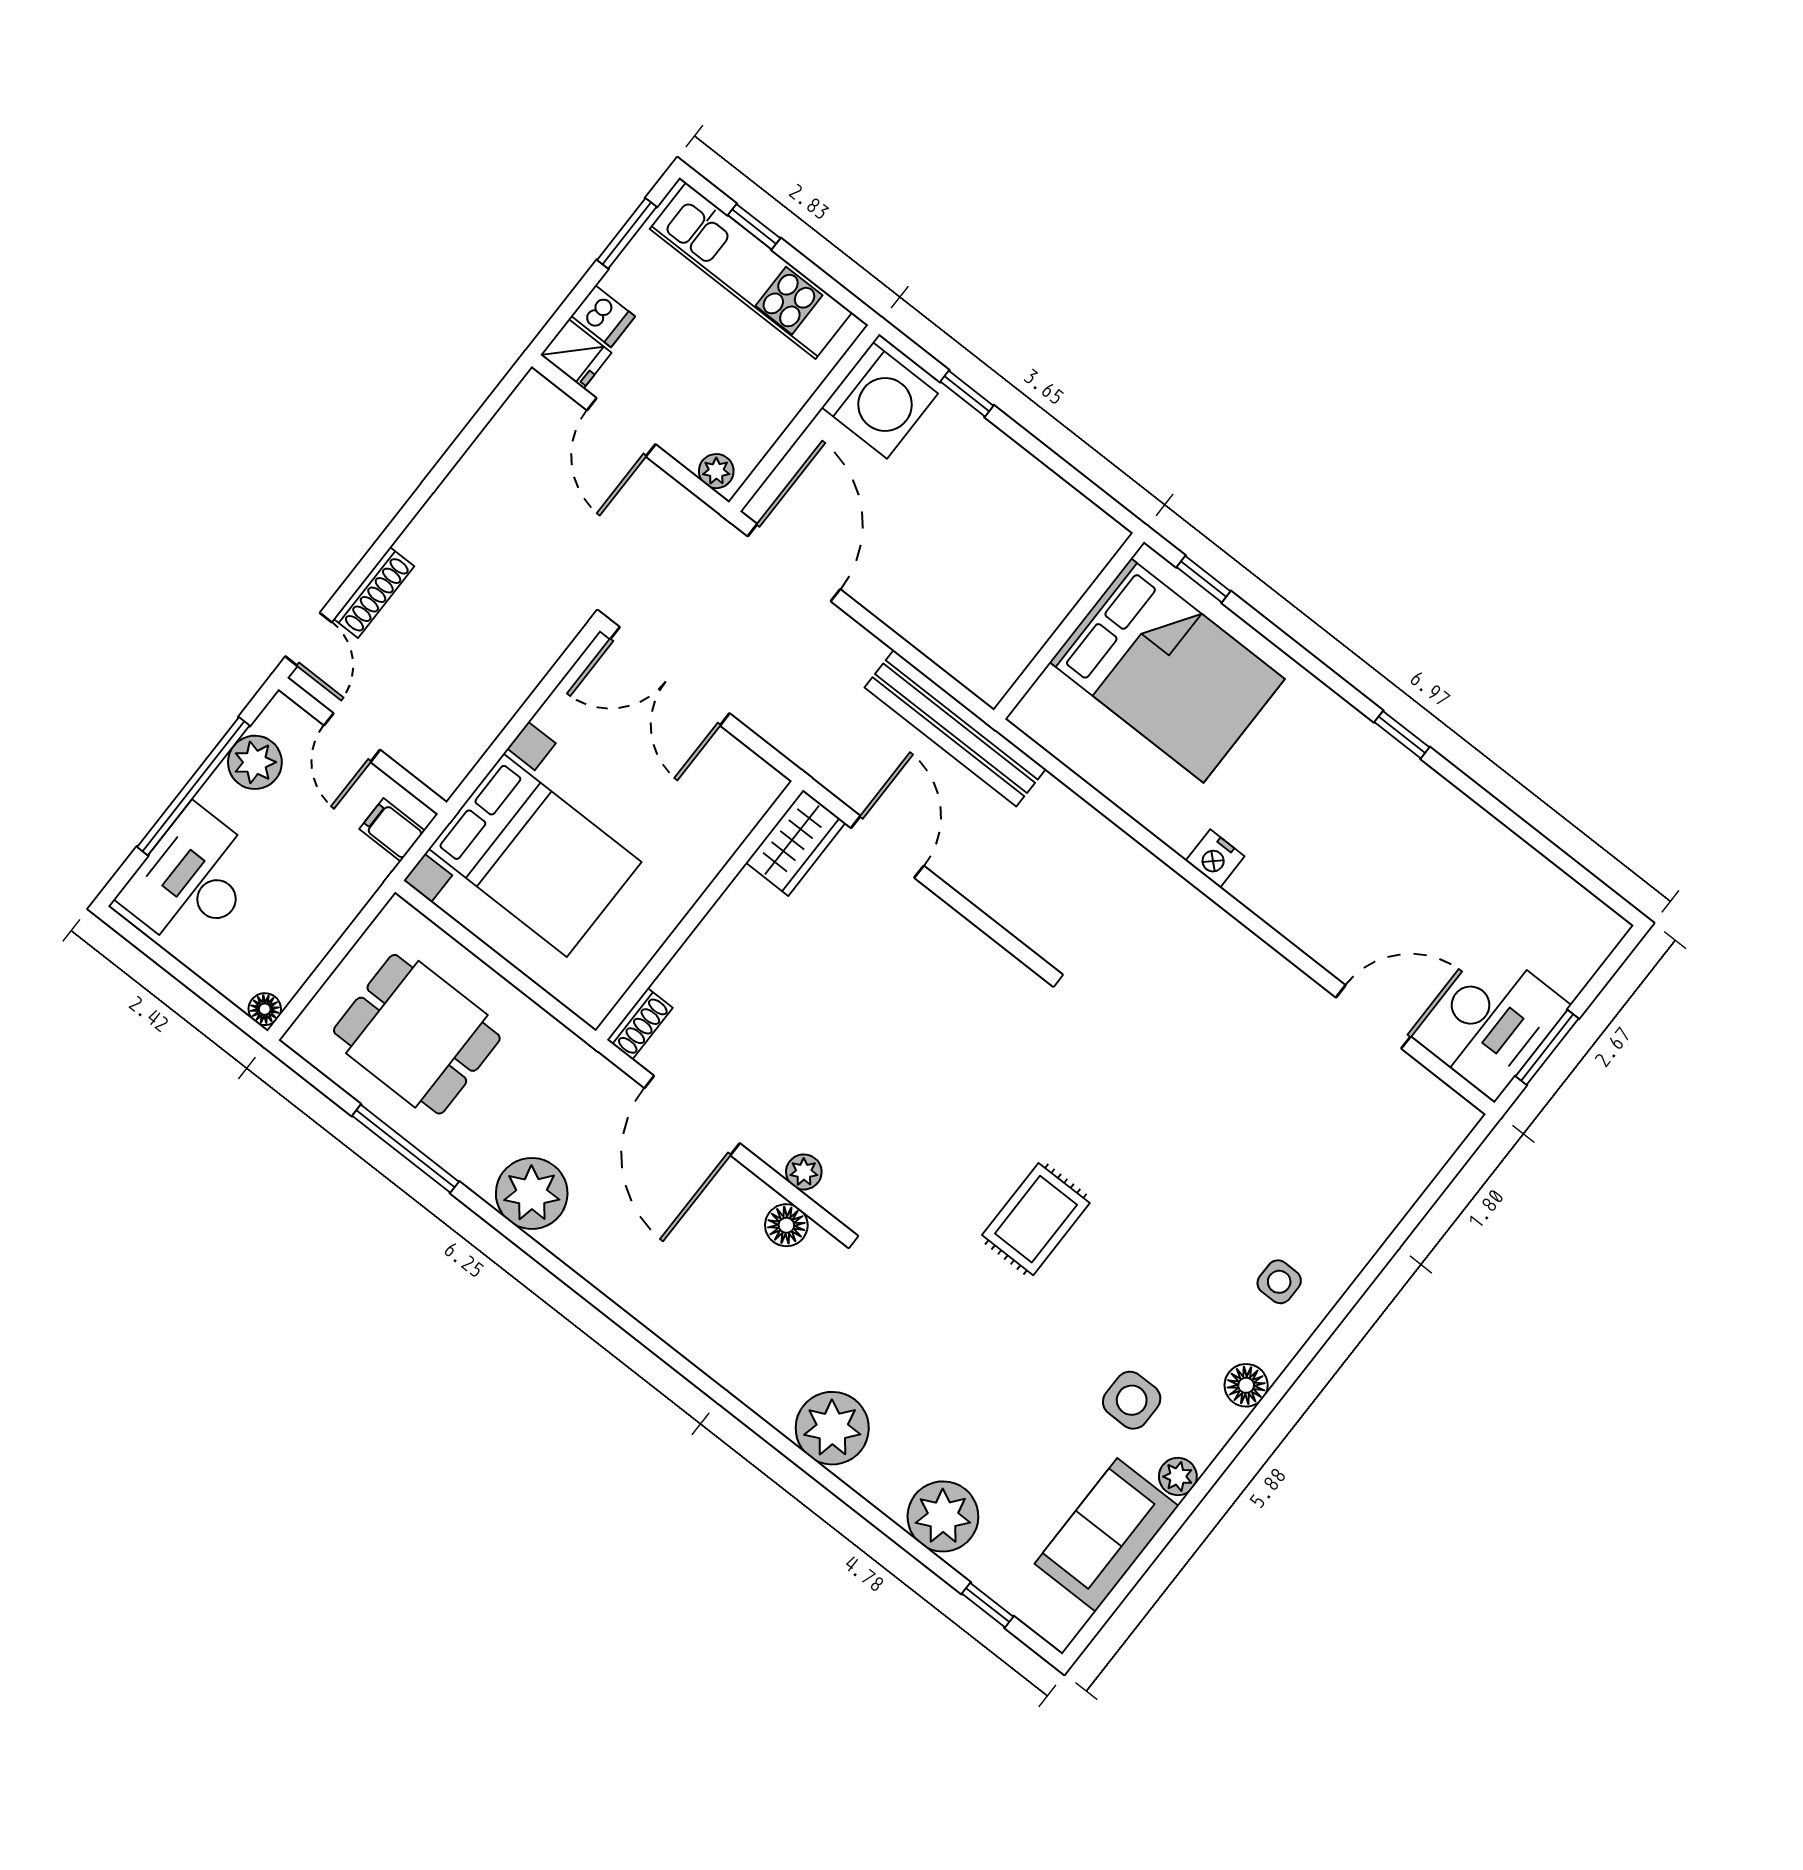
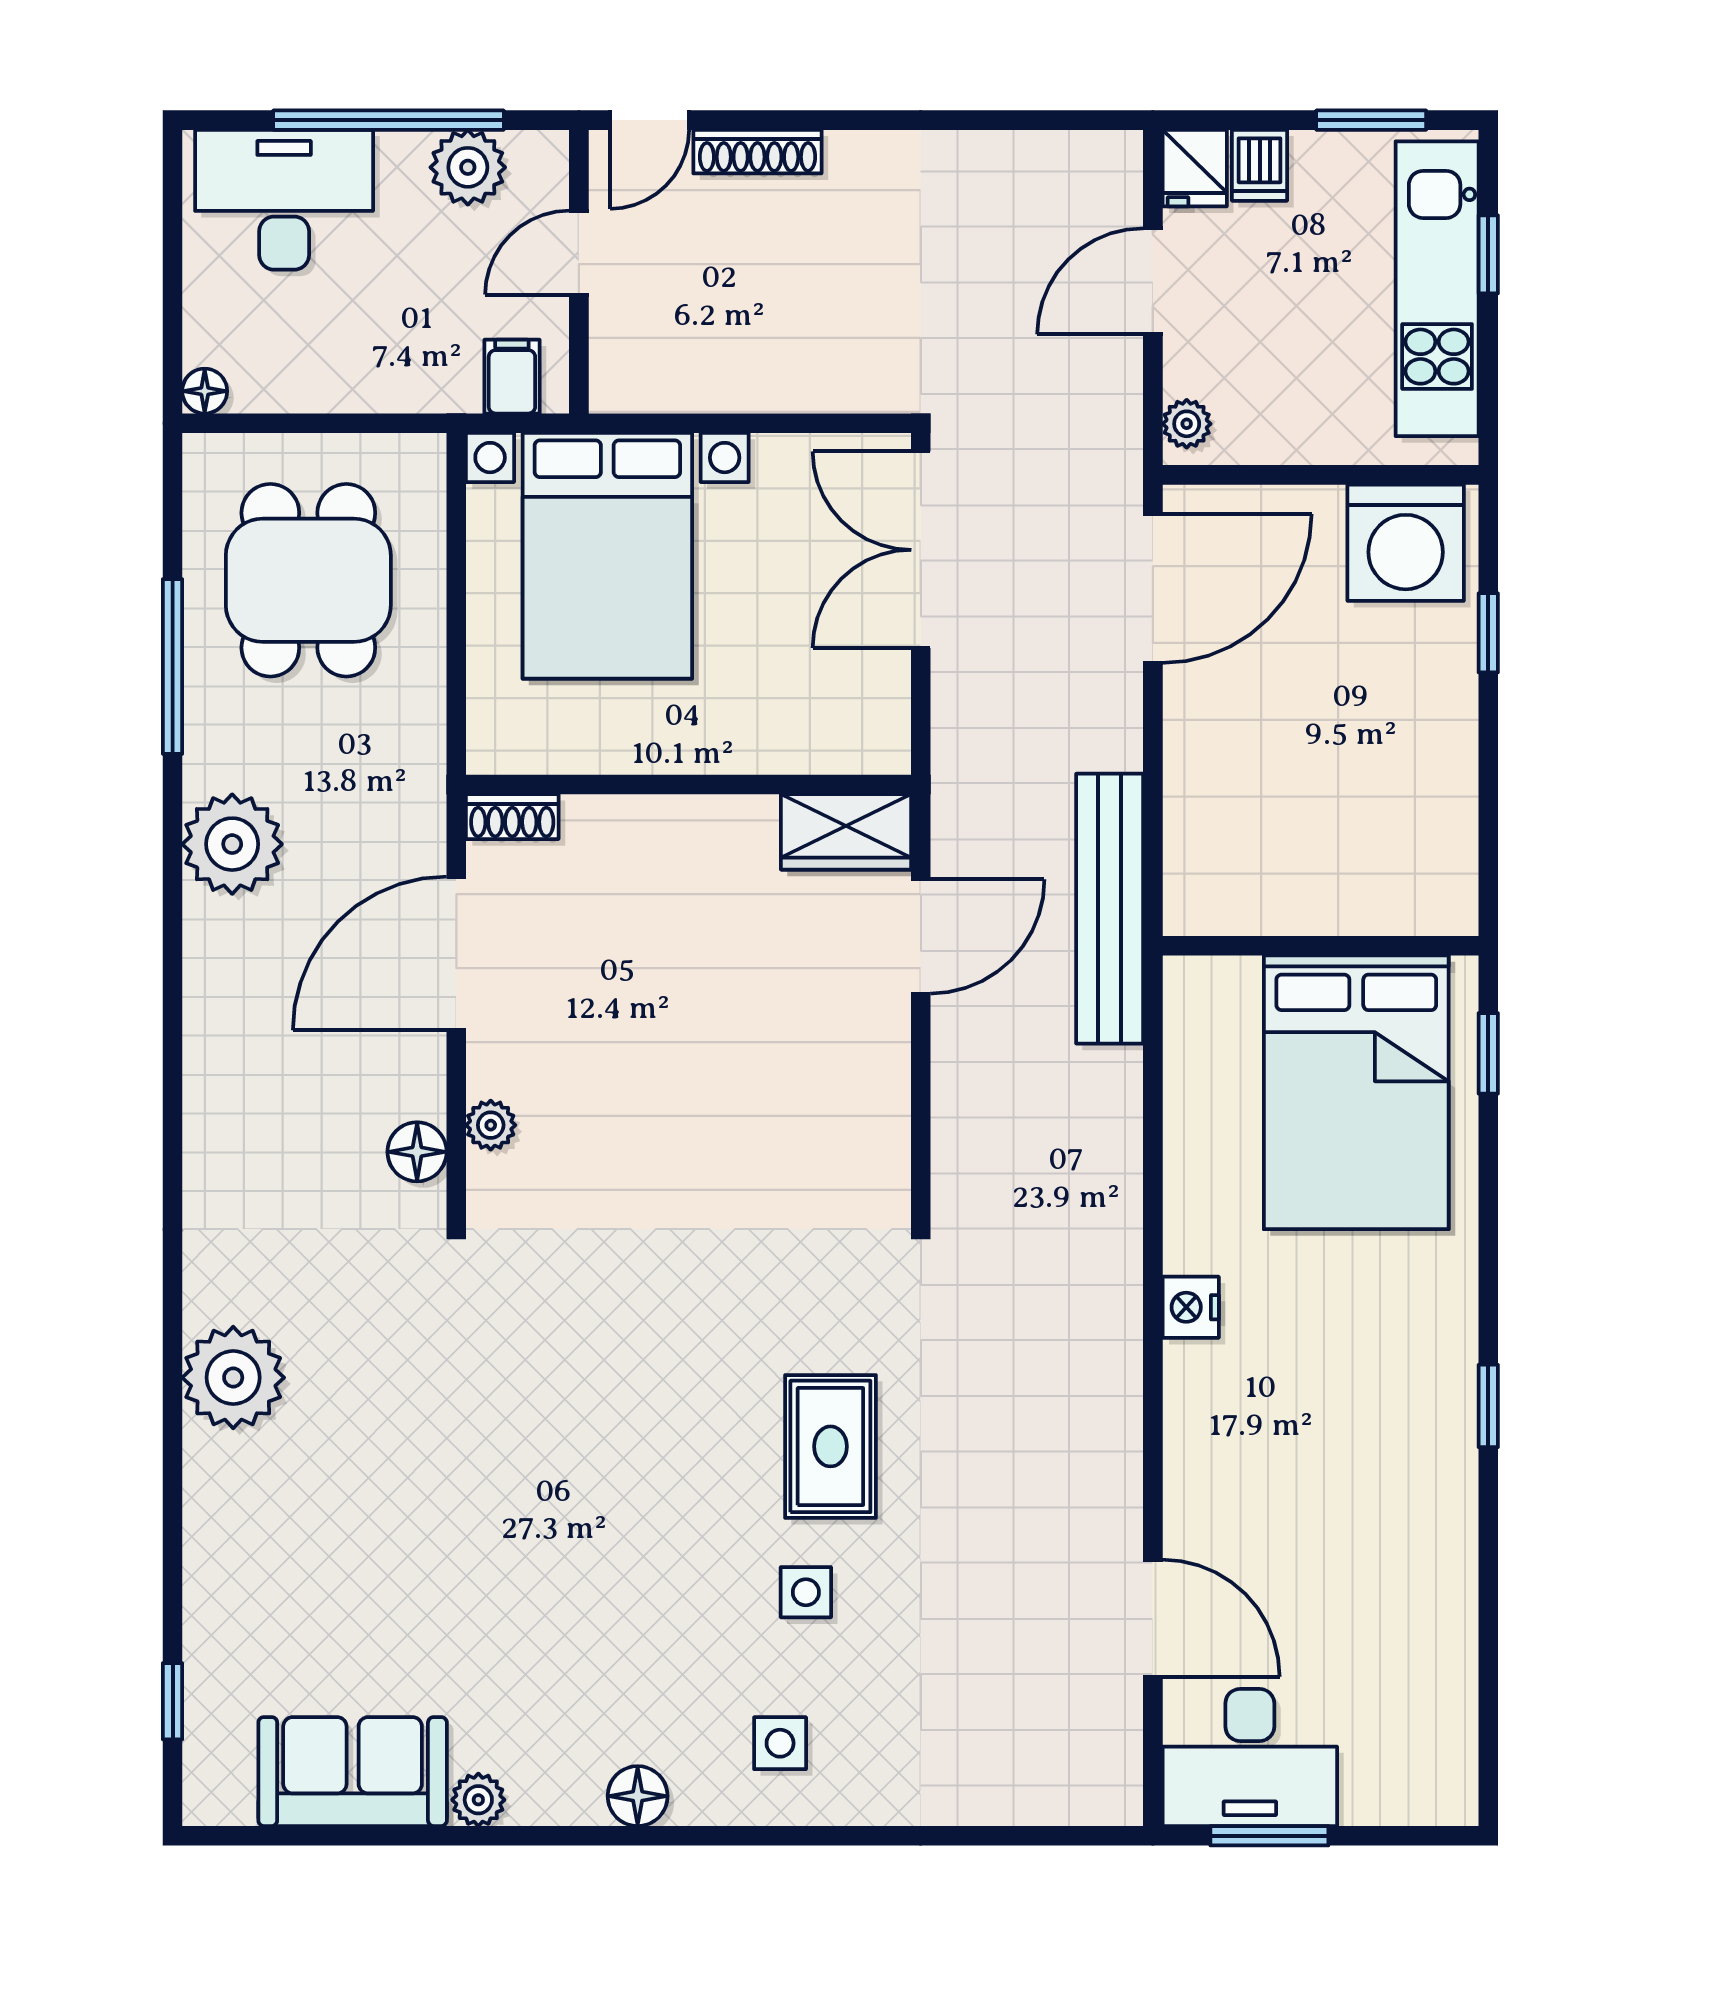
rug: (1036, 1219) -> (830, 1446), moved, turned 90
side table: (1132, 1400) -> (806, 1592), moved, width x0.73, depth x0.73
plant: (943, 1516) -> (232, 1576), removed

